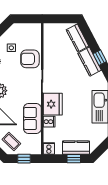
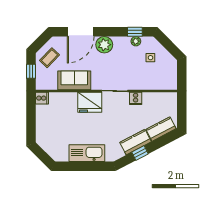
armchair: (30, 59) -> (139, 78), removed
cooker: (49, 122) -> (136, 98), moved
kitchen counter: (76, 148) -> (43, 127), removed
window: (74, 159) -> (31, 125), removed

